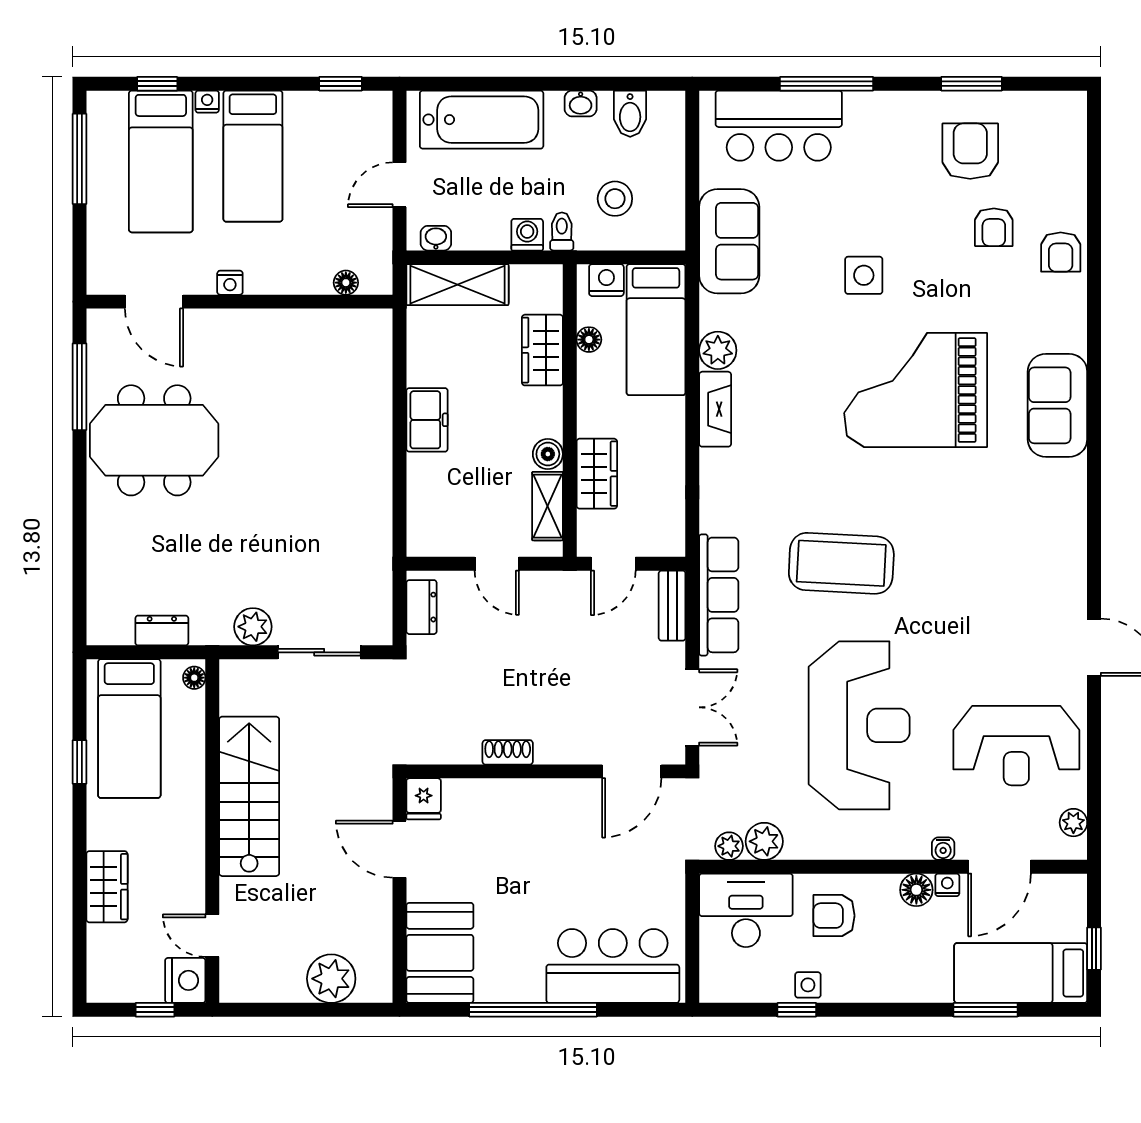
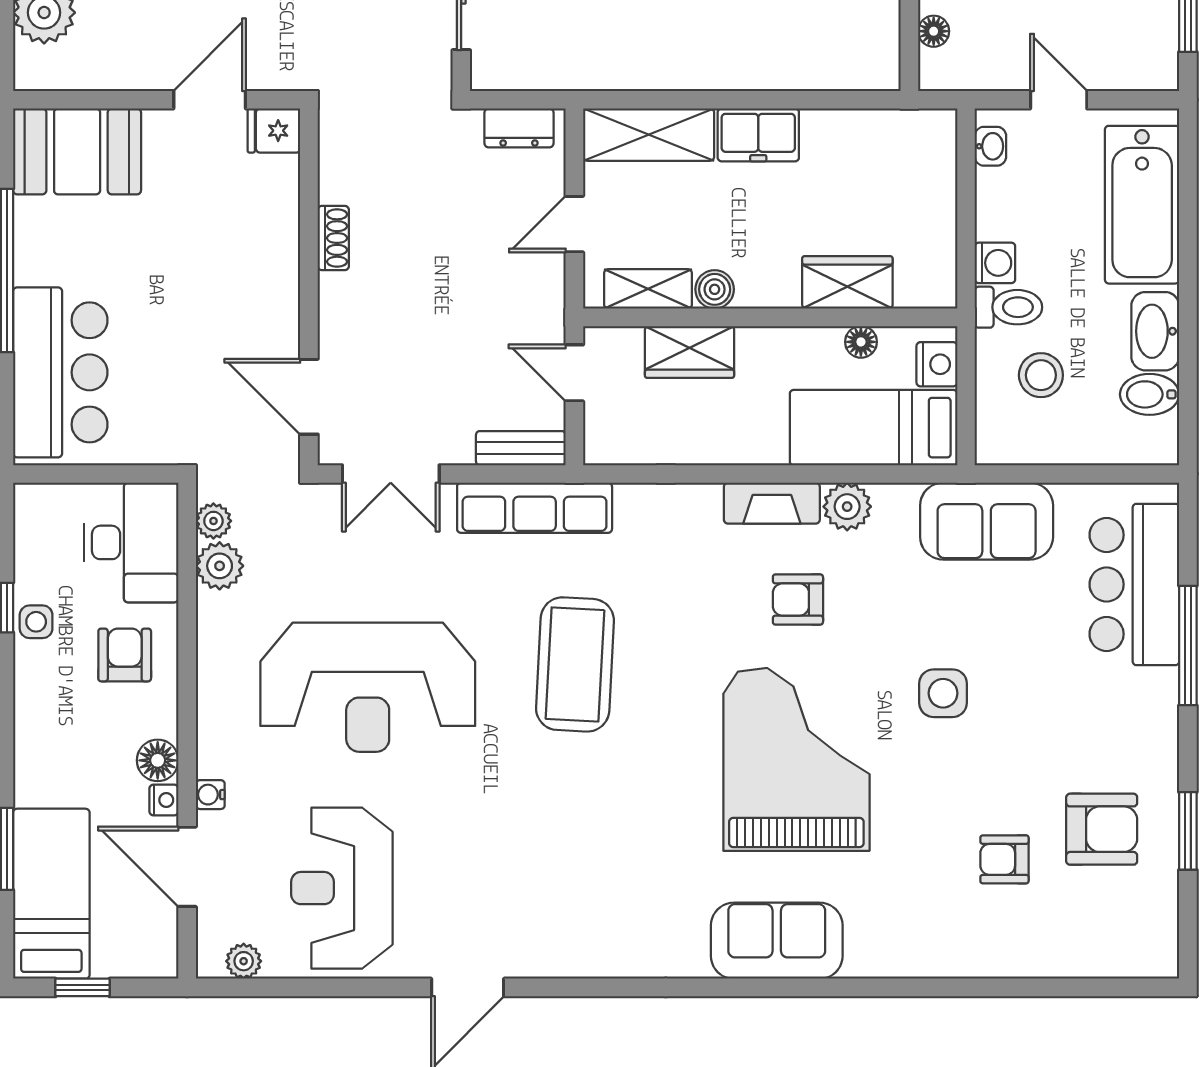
washbasin: (581, 103) -> (1155, 331), width x1.91, depth x1.45
toilet: (562, 231) -> (1008, 307), width x1.37, depth x1.39
armchair: (1061, 252) -> (798, 600), moved
shelving: (457, 285) -> (649, 135), moved, turned 90

